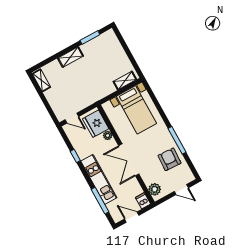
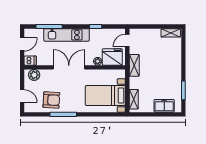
freezer: (115, 48) -> (164, 106), added
shelving: (70, 57) -> (134, 65), moved
door: (181, 190) -> (22, 96), swing flipped

